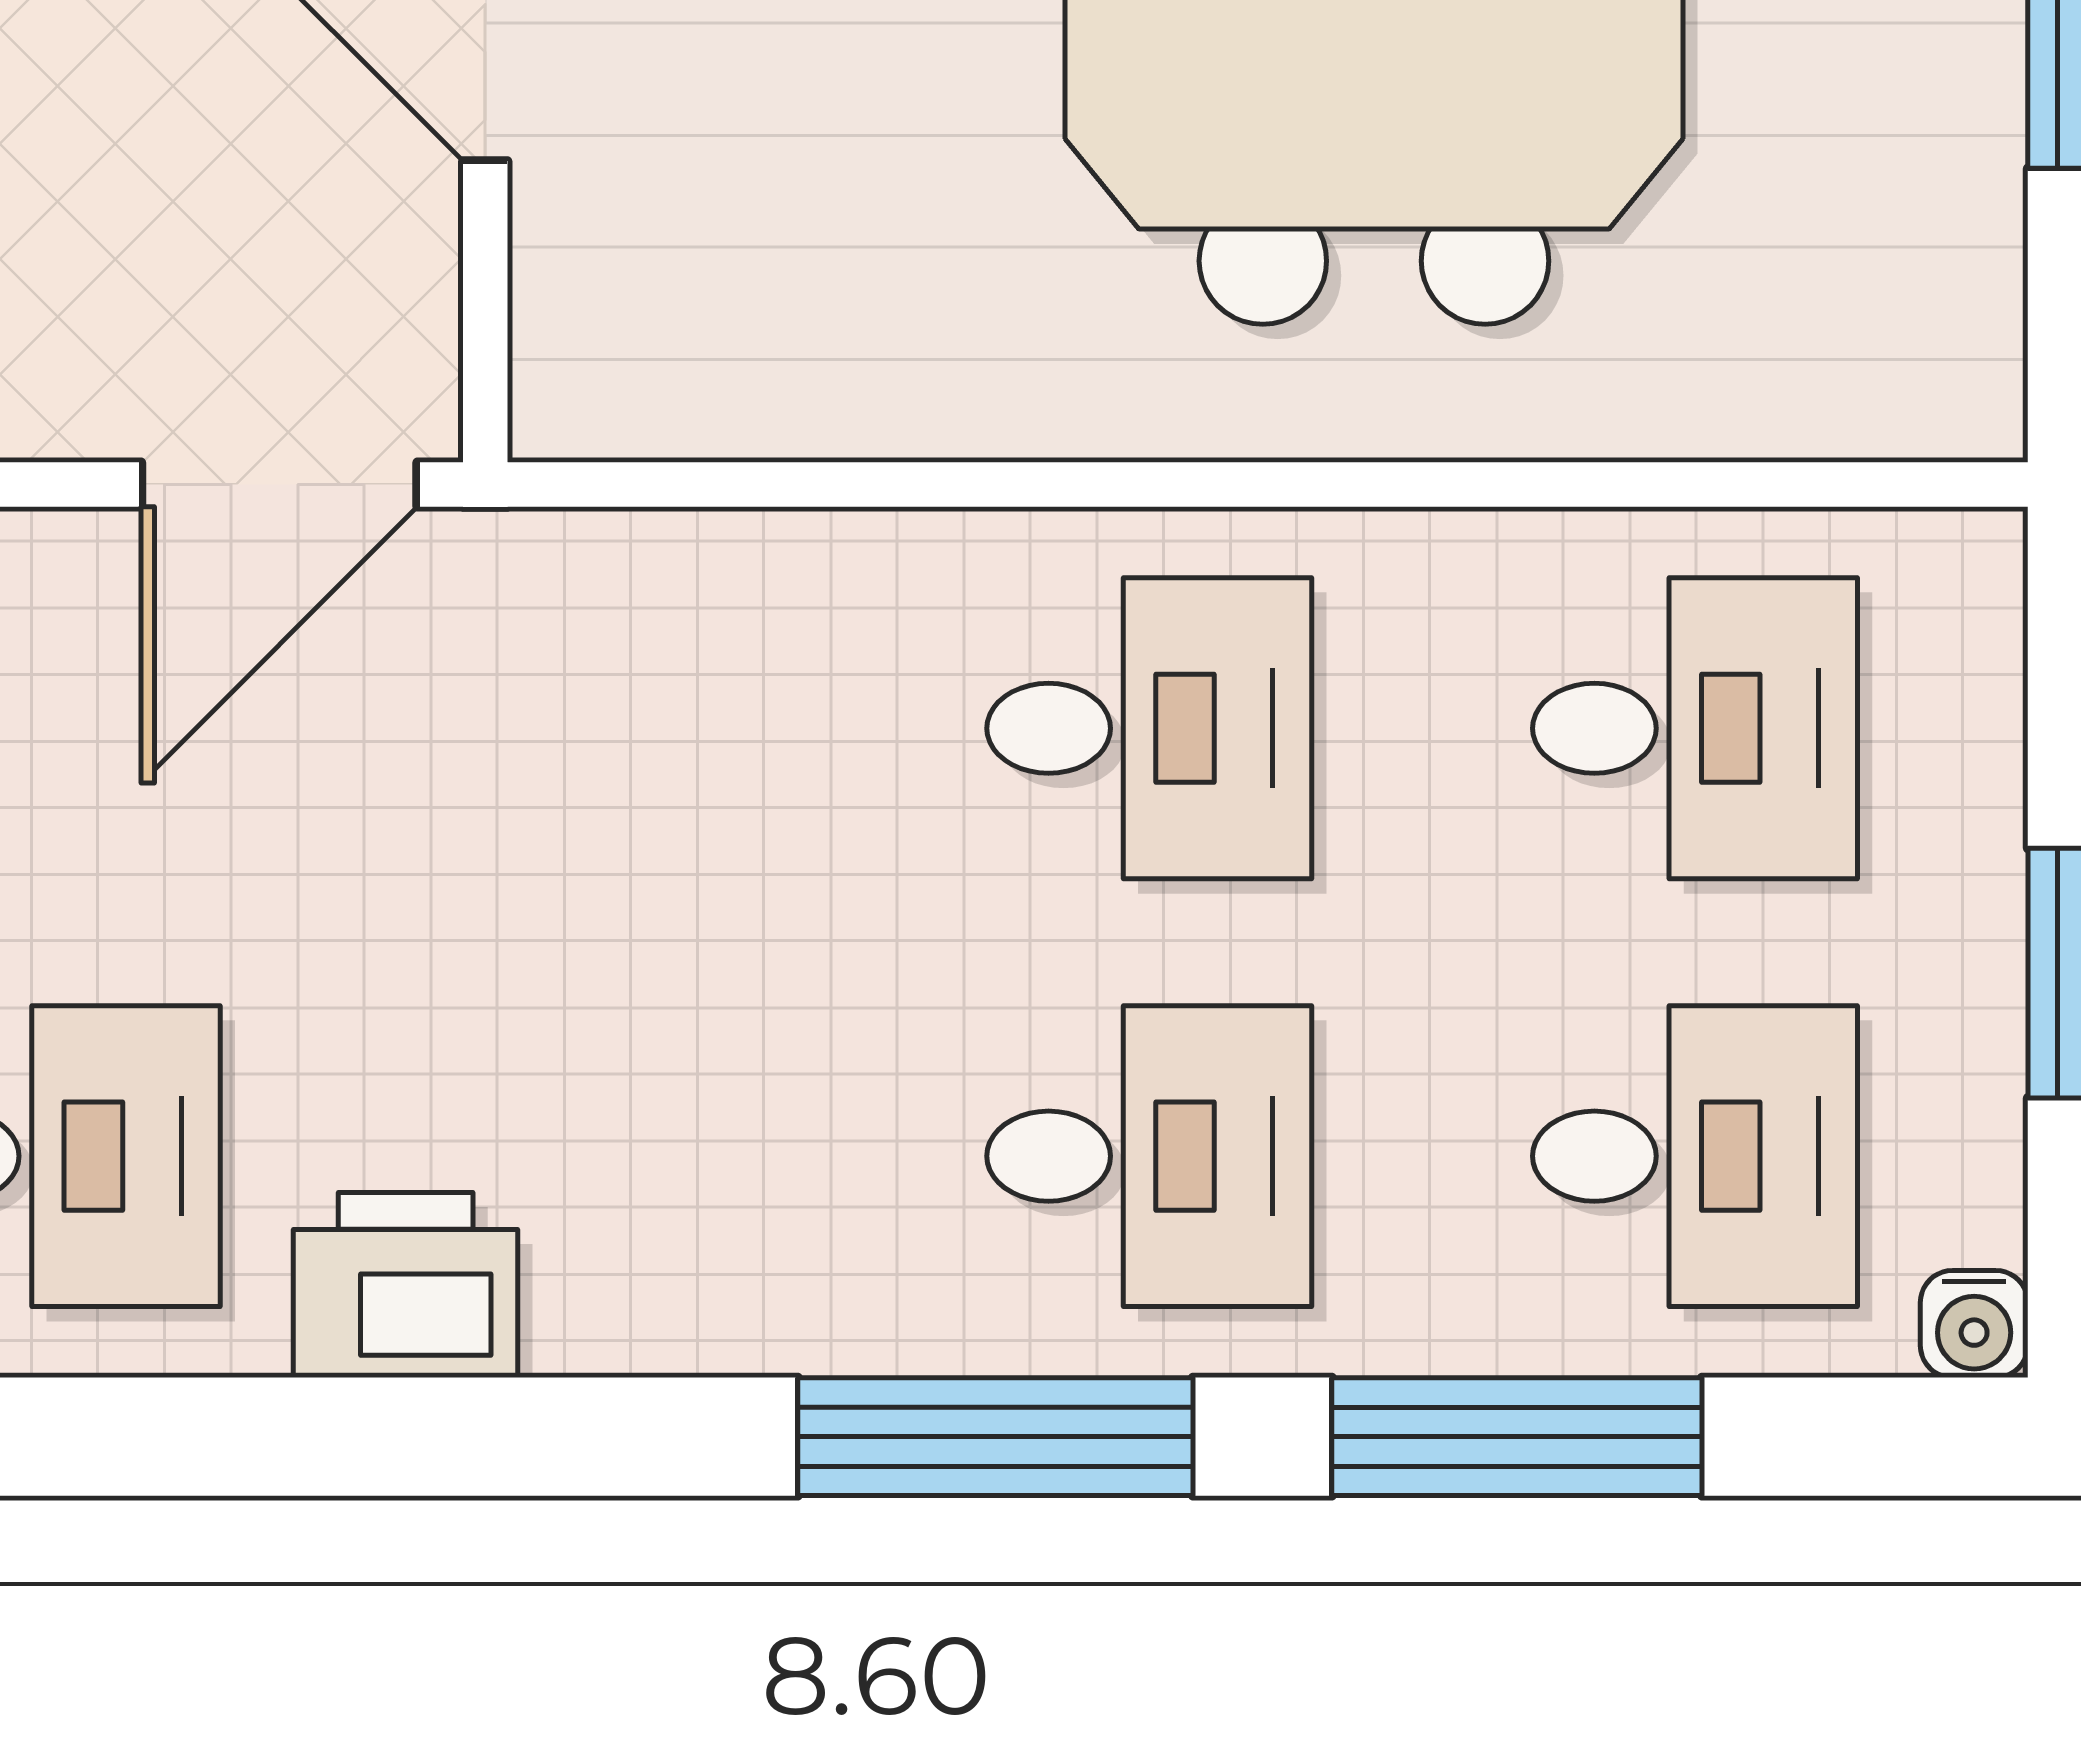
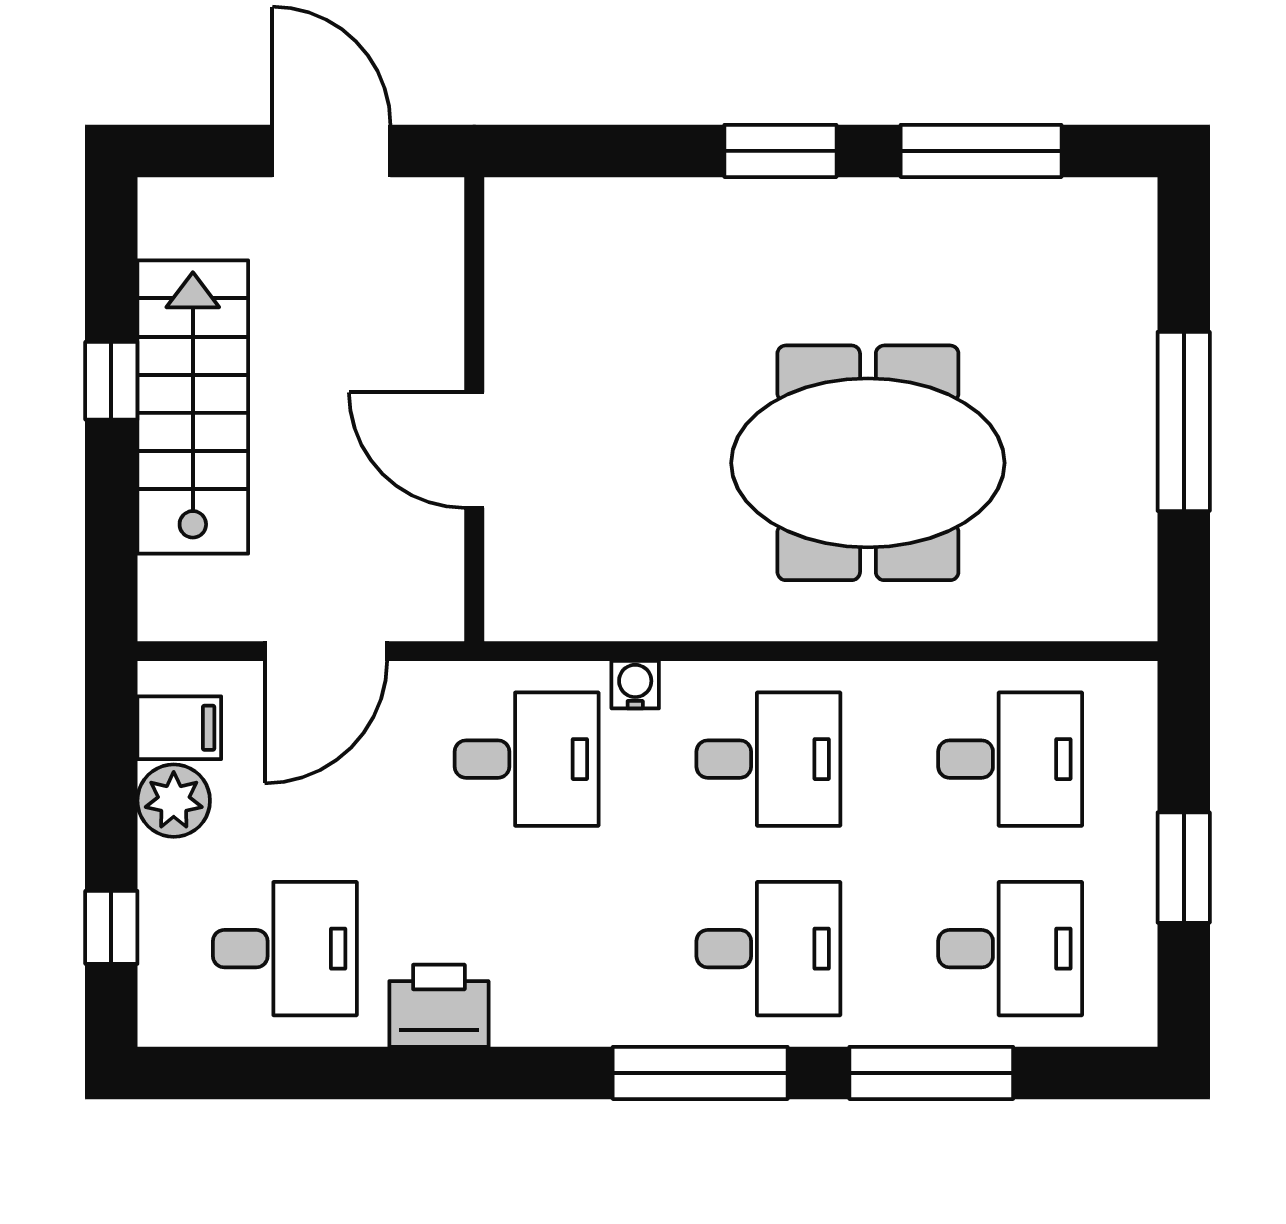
door: (279, 485) -> (326, 651), moved
desk: (604, 728) -> (527, 759), added
water cooler: (1974, 1324) -> (635, 685), moved, turned 180

